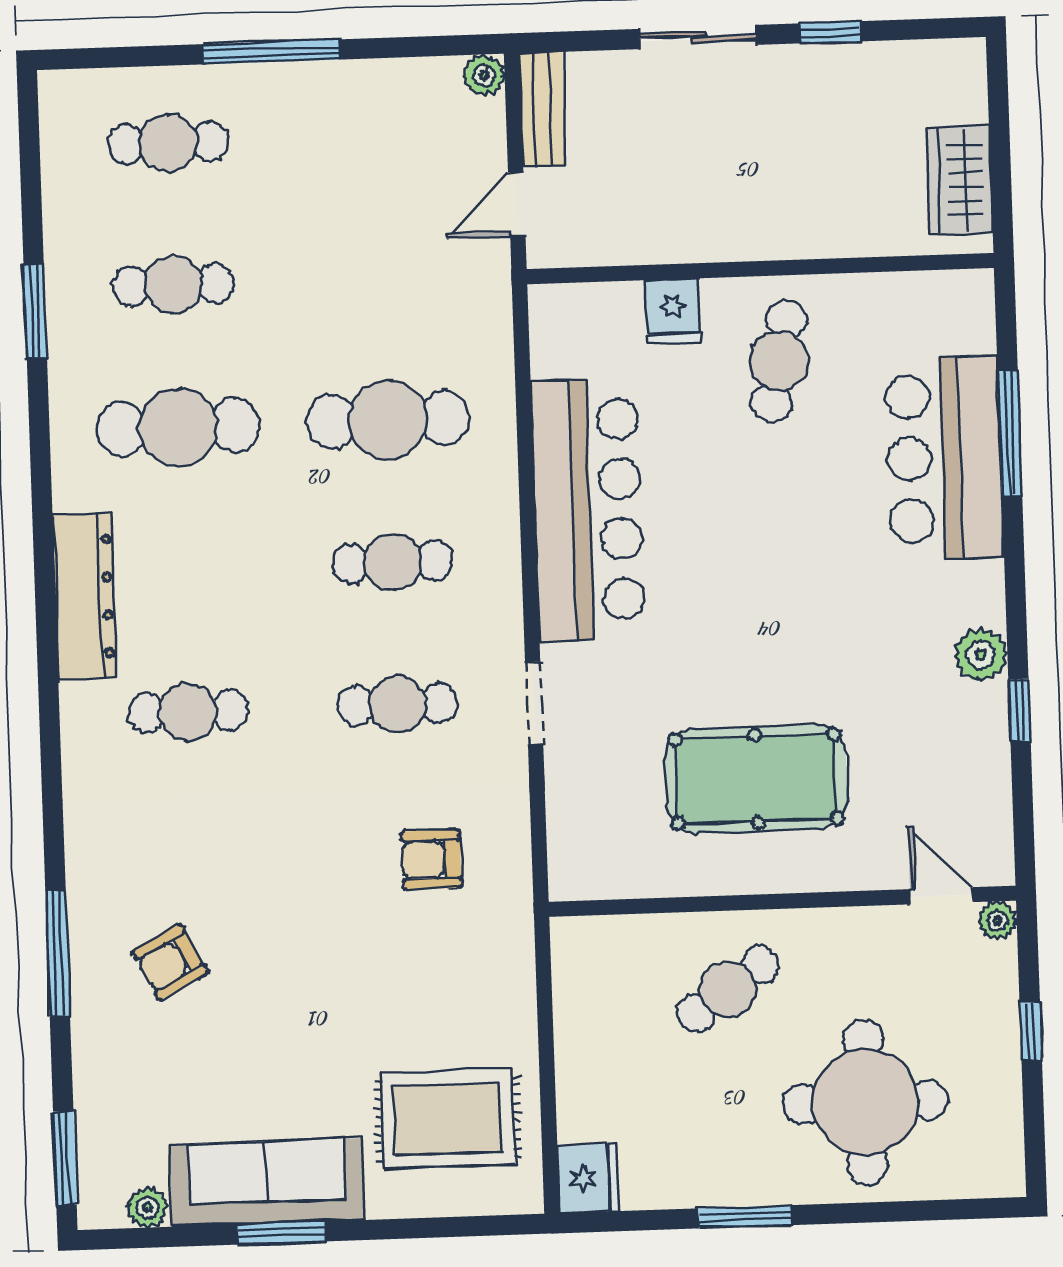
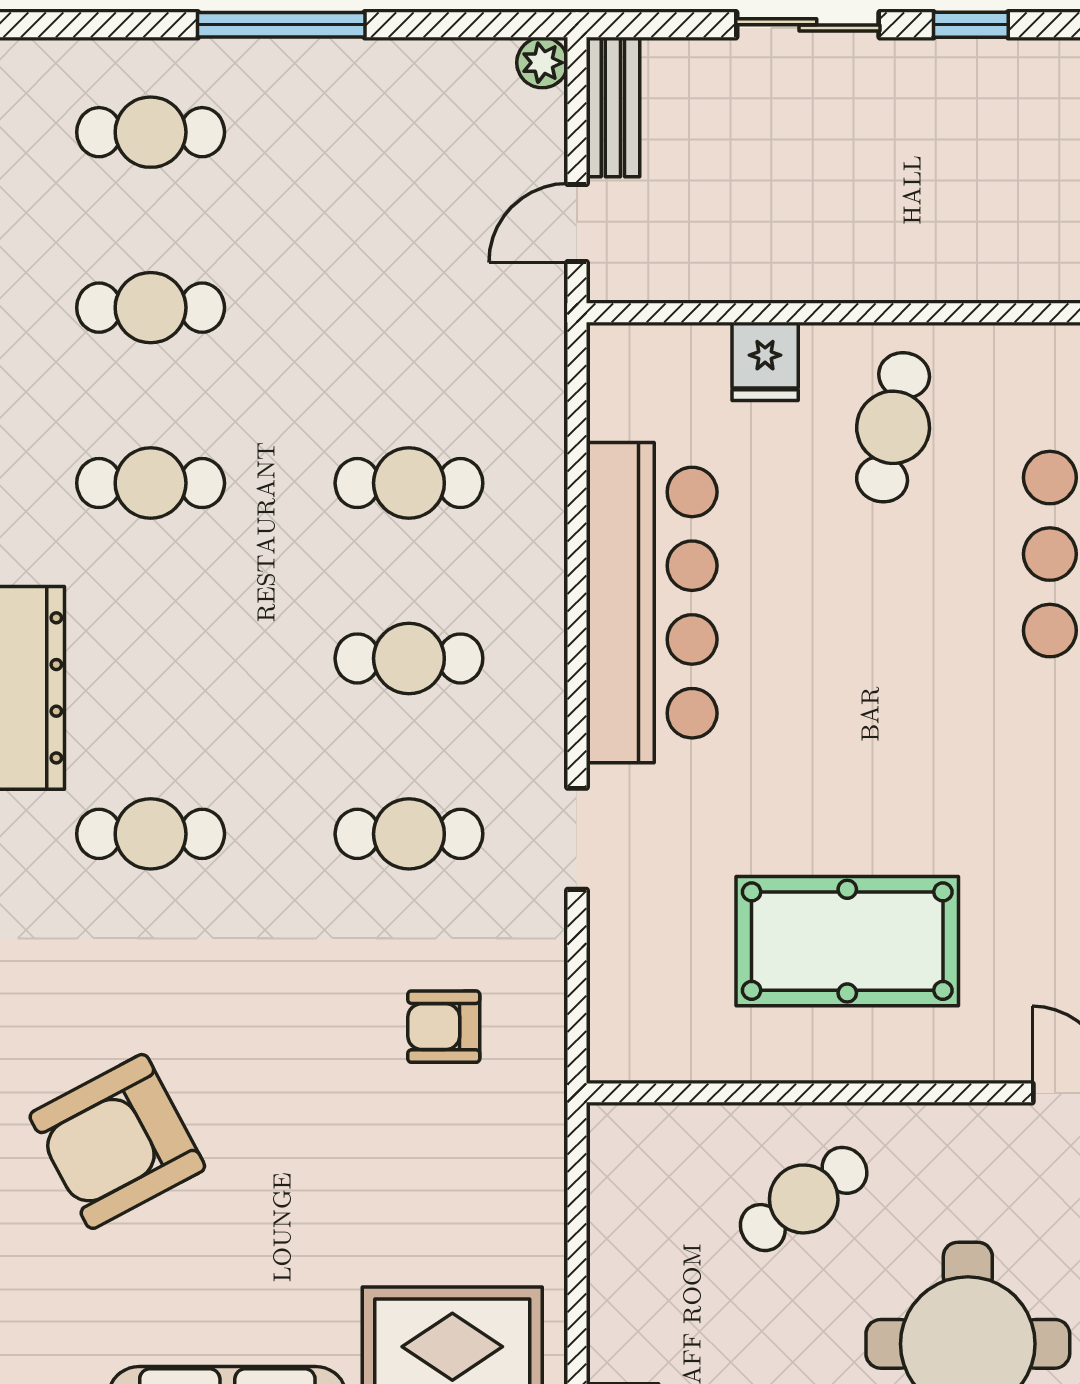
cafe table: (388, 420) -> (409, 483), width x0.73, depth x0.74
cafe table: (178, 427) -> (151, 483), width x0.73, depth x0.74
armchair: (170, 962) -> (117, 1141), width x1.88, depth x1.88

